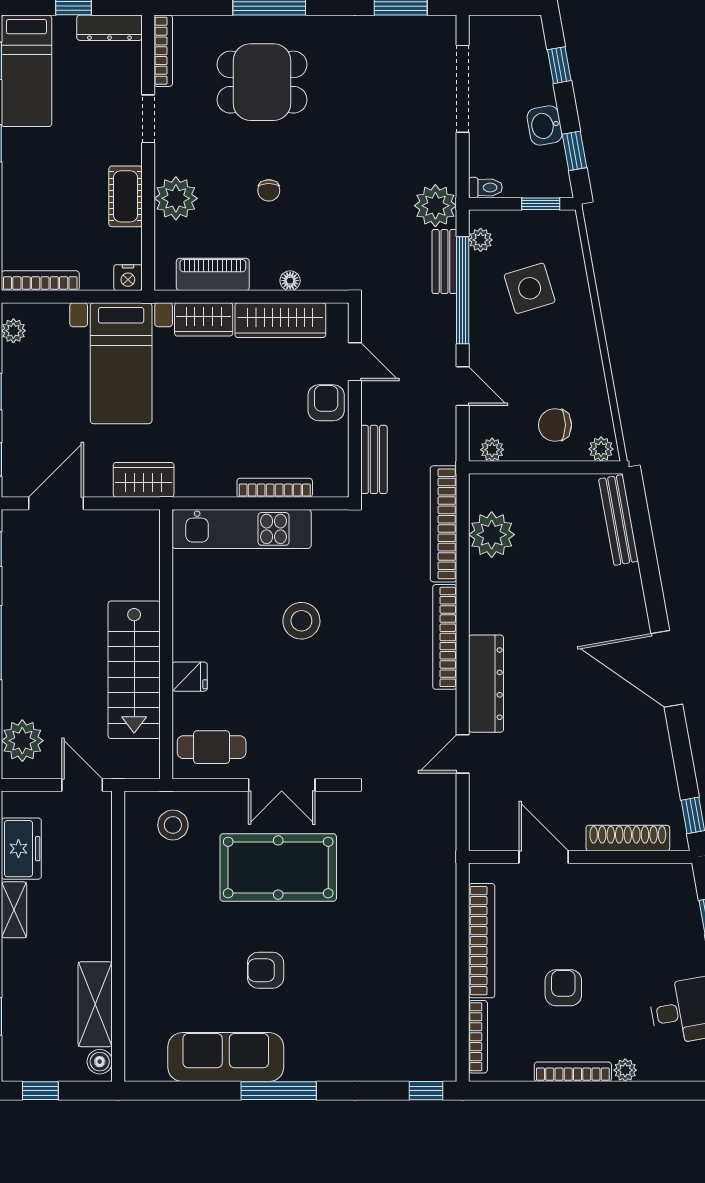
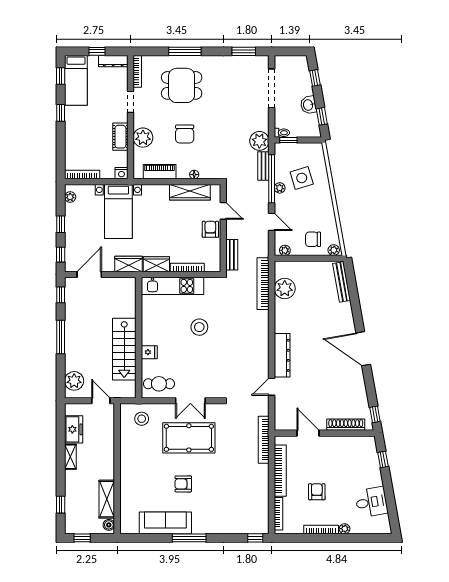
chair: (269, 190) -> (185, 134), width x1.87, depth x1.87
window: (541, 204) -> (288, 140), moved
plant: (481, 240) -> (280, 188), moved
wardrobe: (204, 319) -> (156, 264), moved, turned 180
bookcase: (445, 637) -> (264, 440), moved

